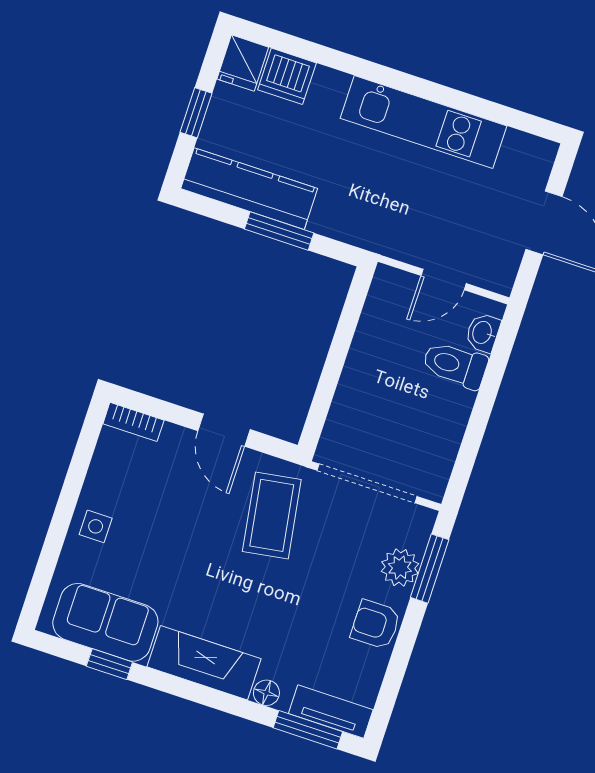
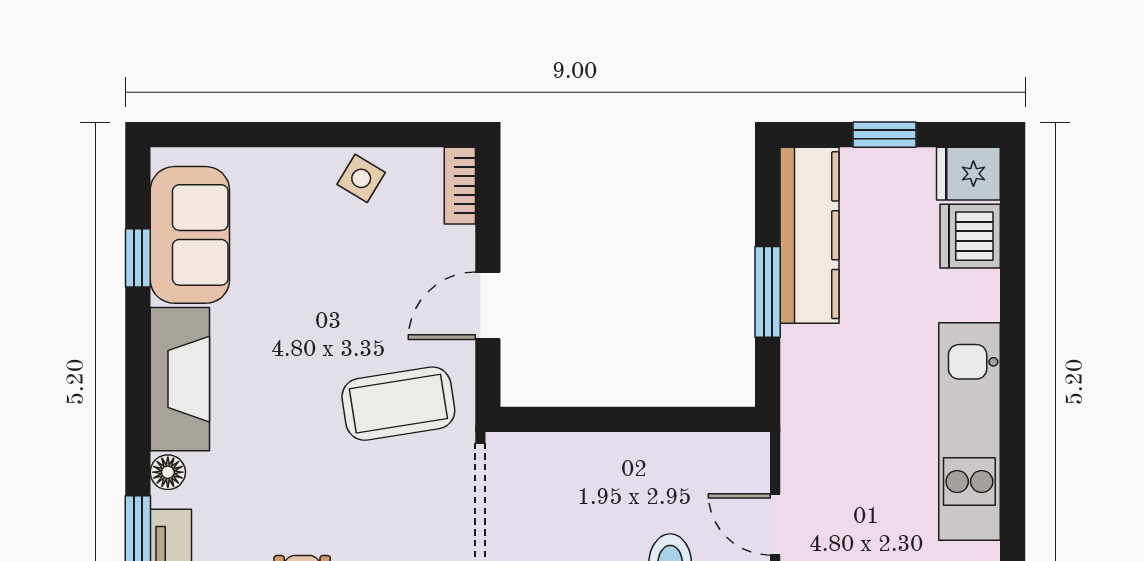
side table: (96, 526) -> (361, 178), moved, turned 31

